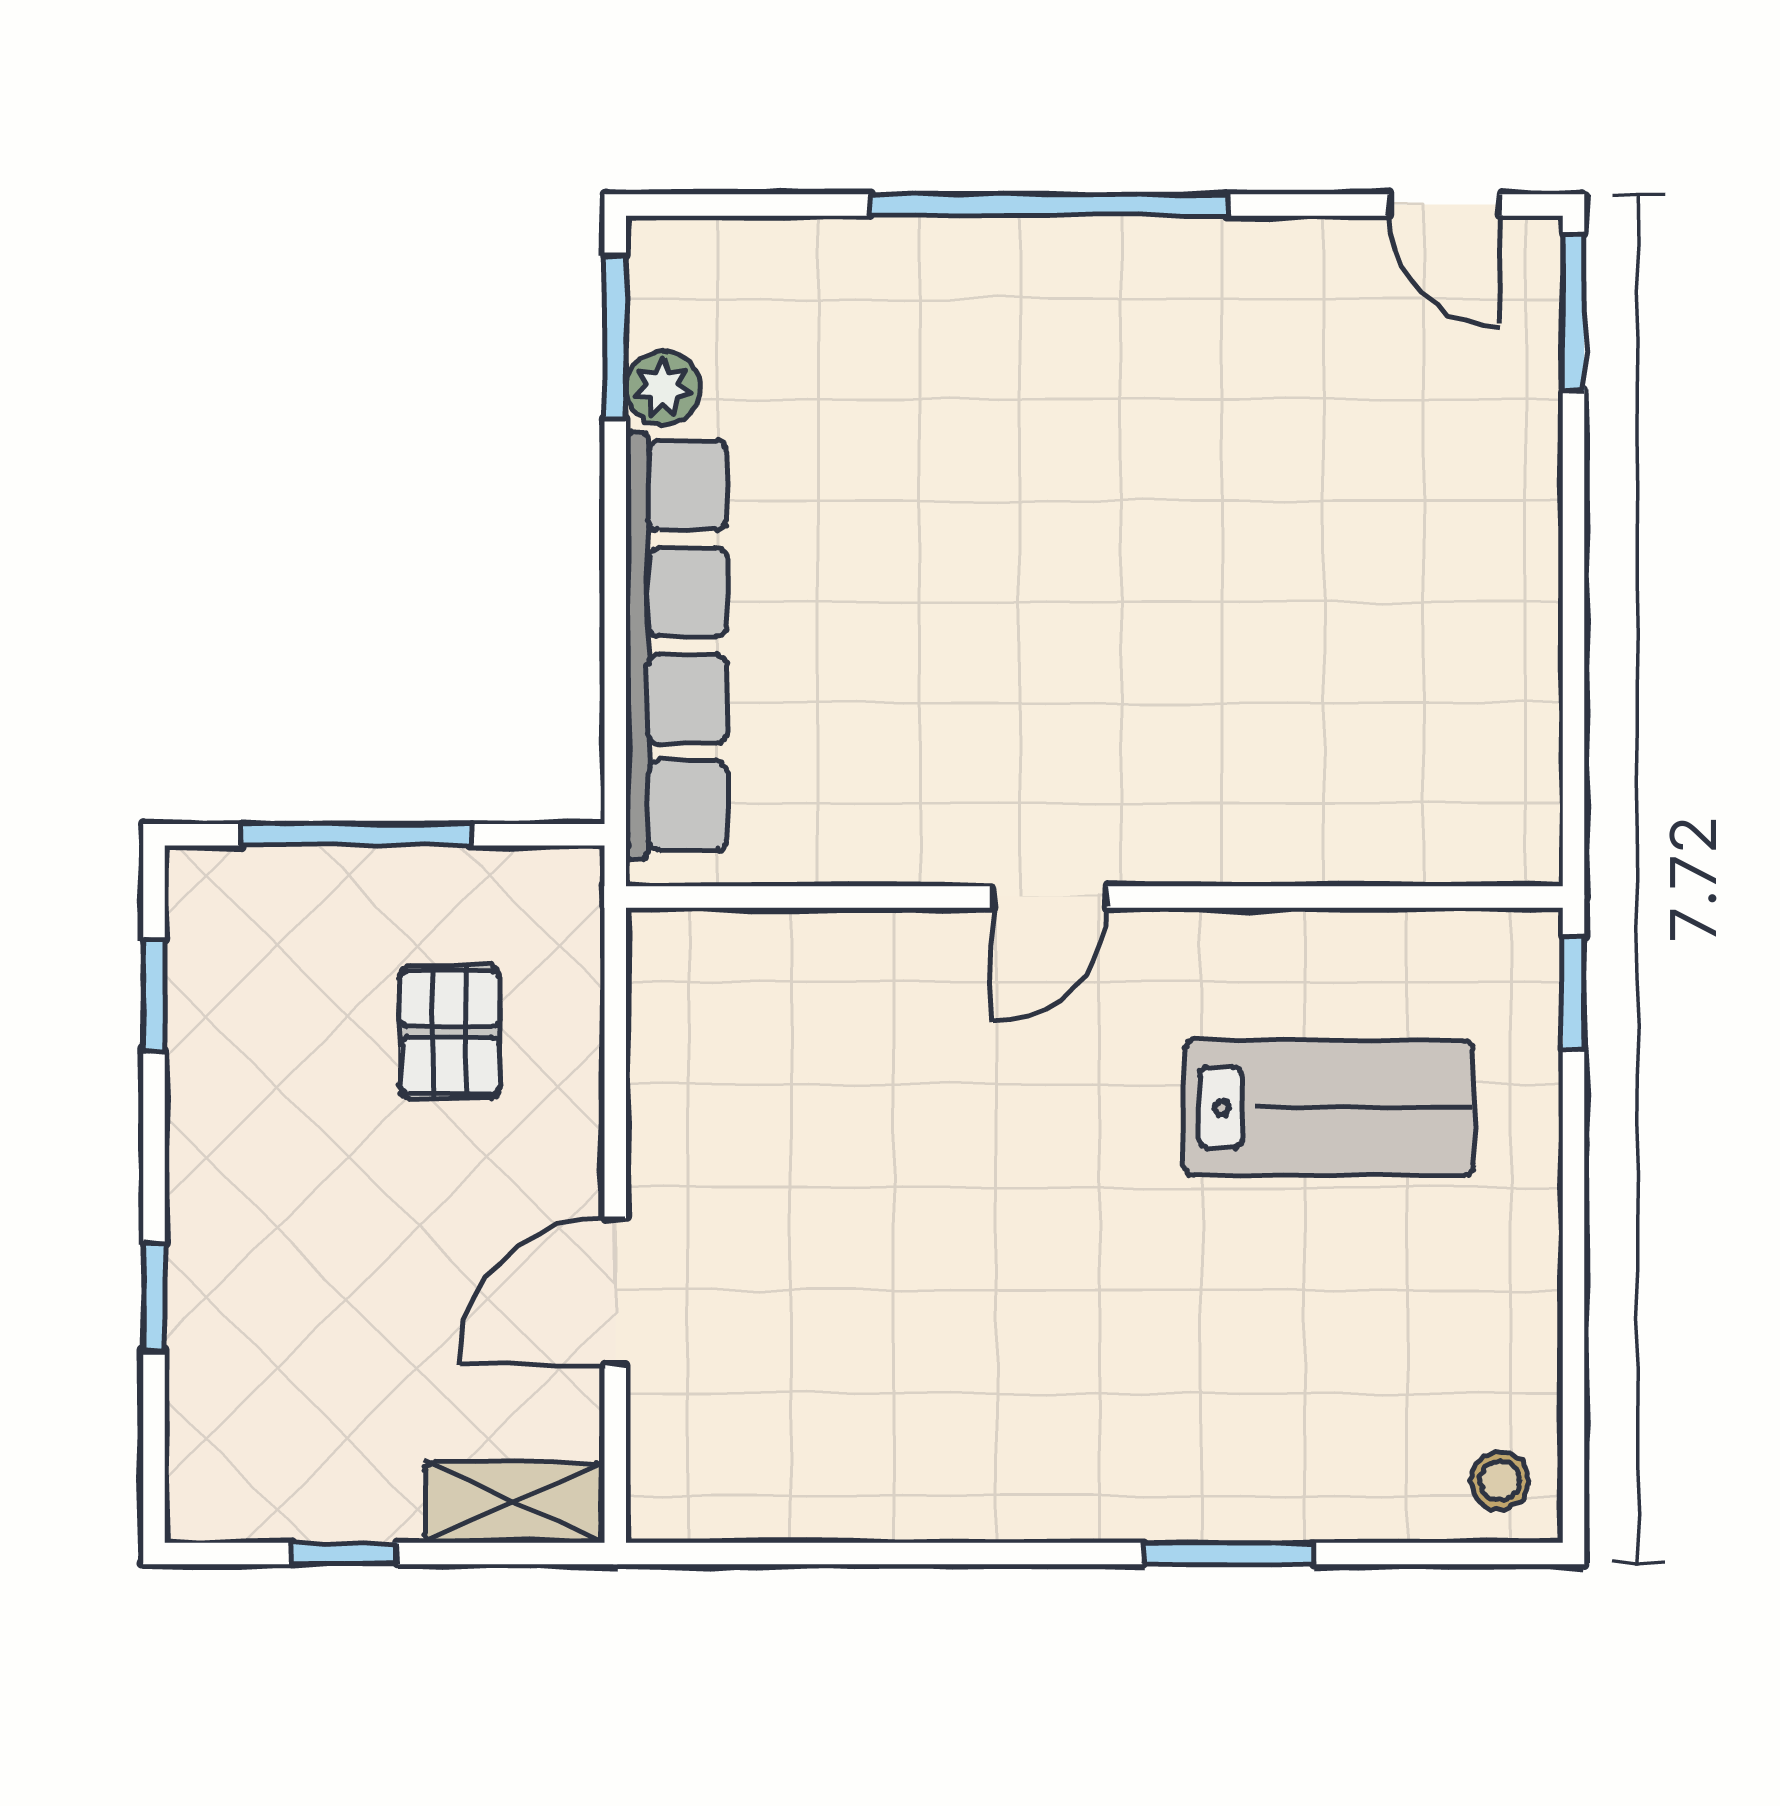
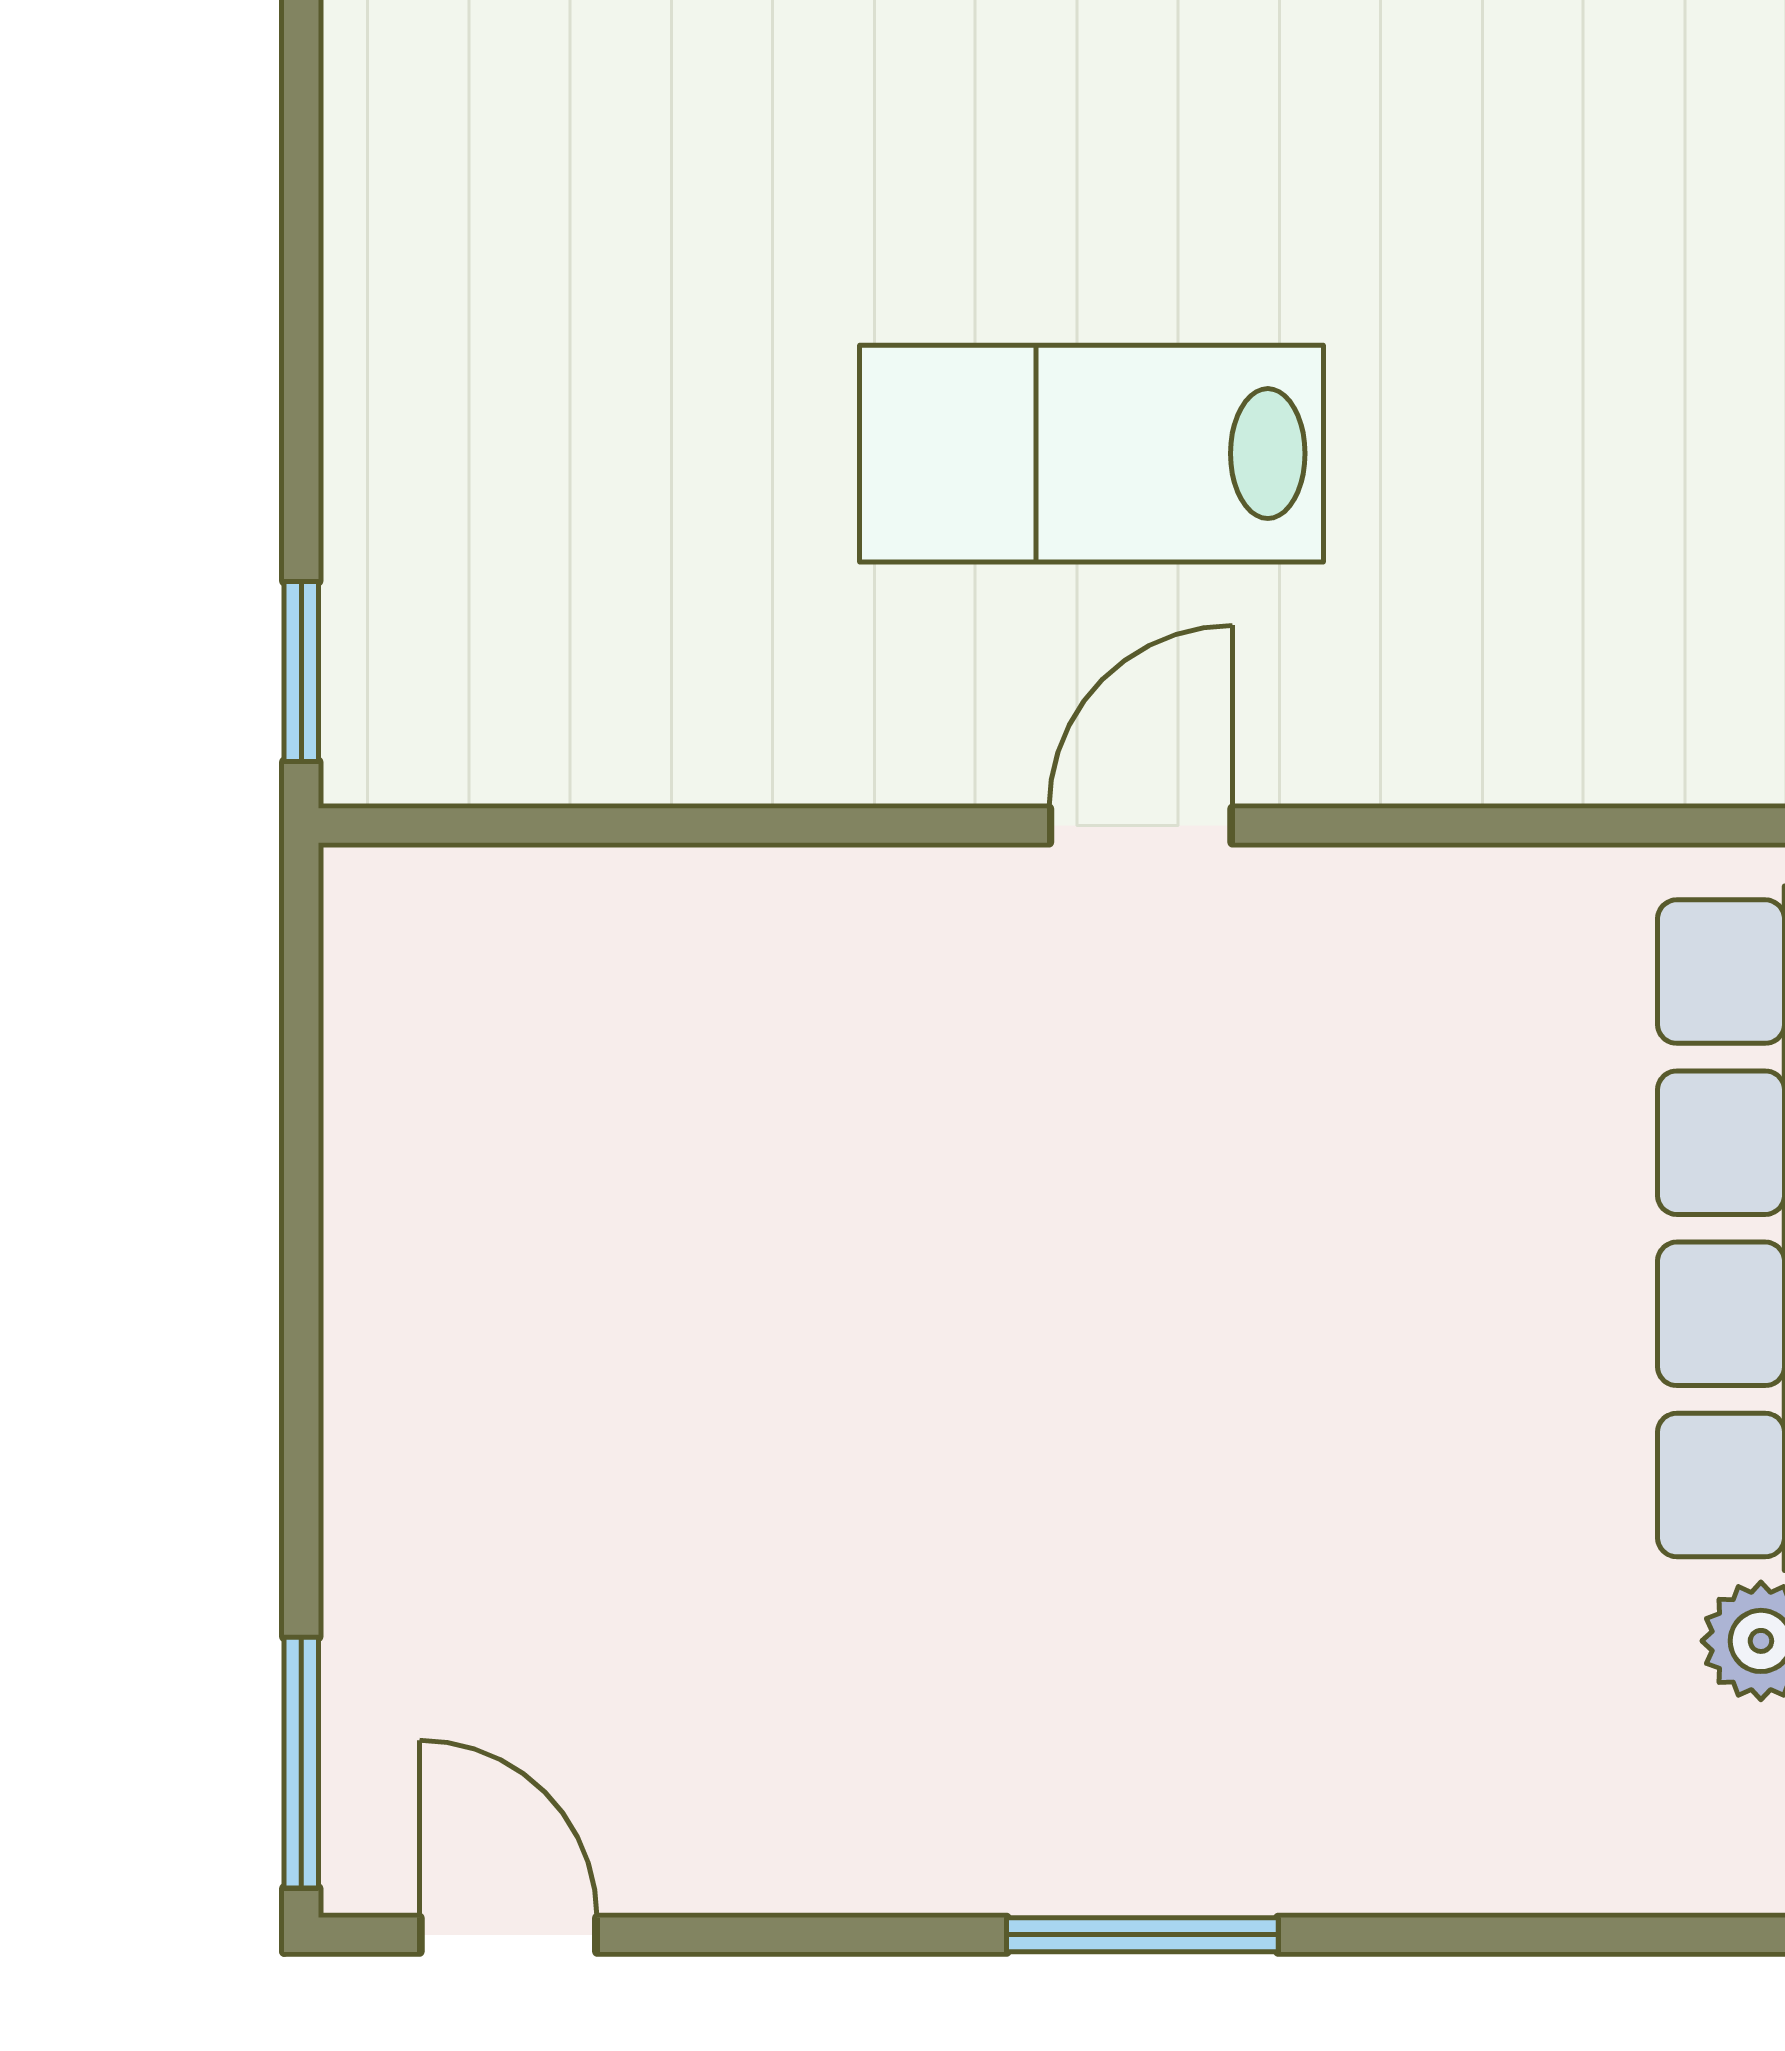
window: (1049, 205) -> (1142, 1935), width x0.47
lab bench: (1329, 1108) -> (1091, 454), moved

